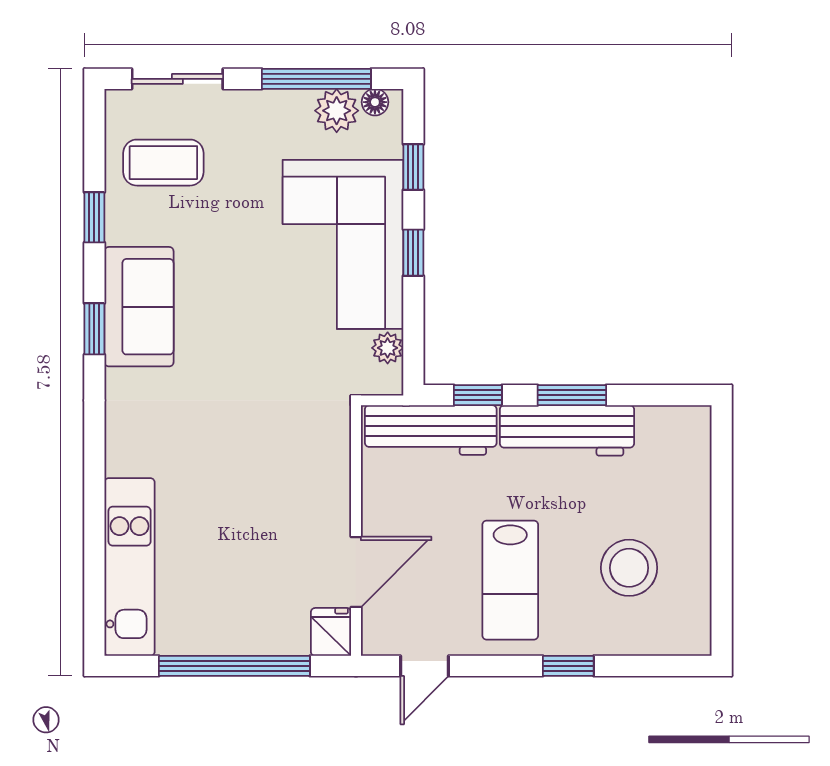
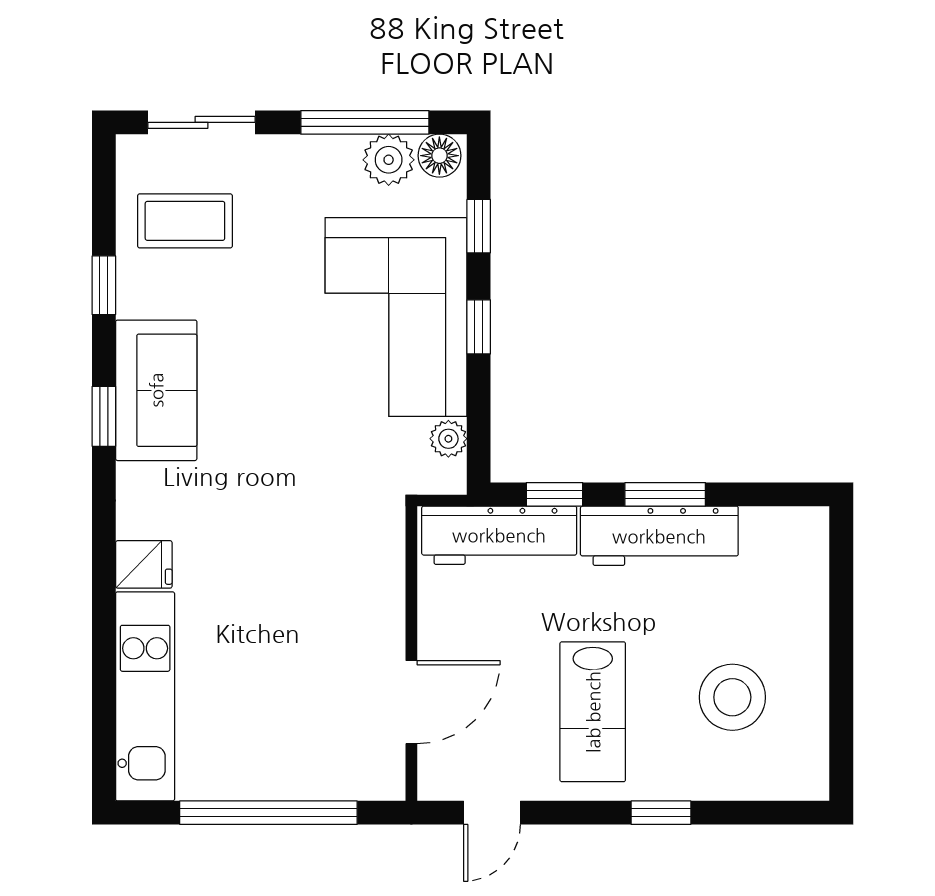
floor lamp: (375, 102) -> (439, 156), width x1.37, depth x1.37
fridge: (331, 632) -> (144, 564), moved, turned 90

